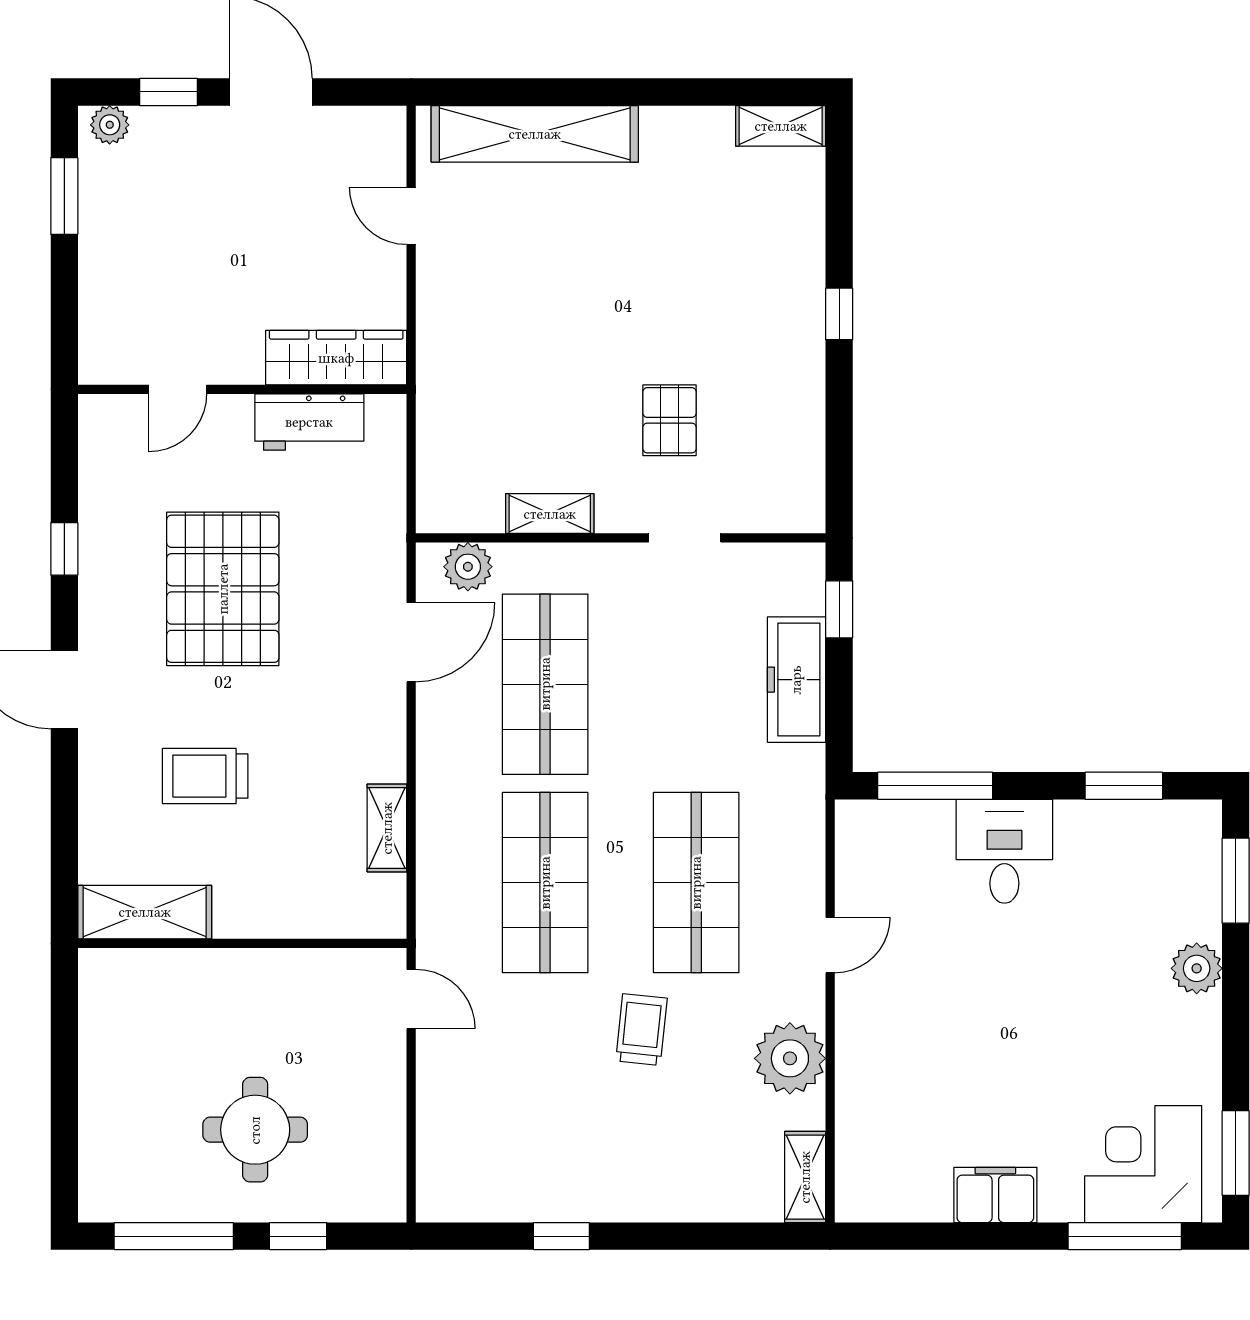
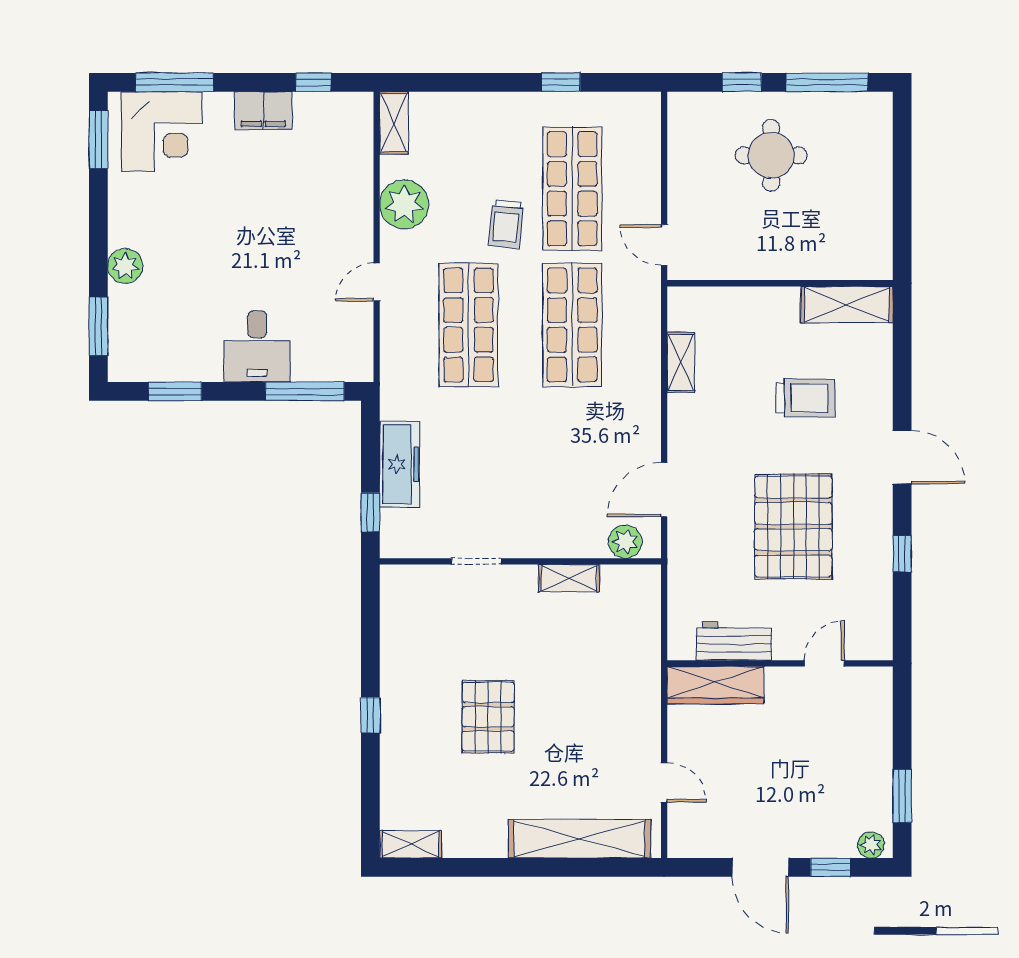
pallet: (670, 420) -> (488, 717), moved, width x1.50, depth x1.42
shop shelf: (545, 684) -> (572, 189), moved
window: (922, 1236) -> (313, 82), added

